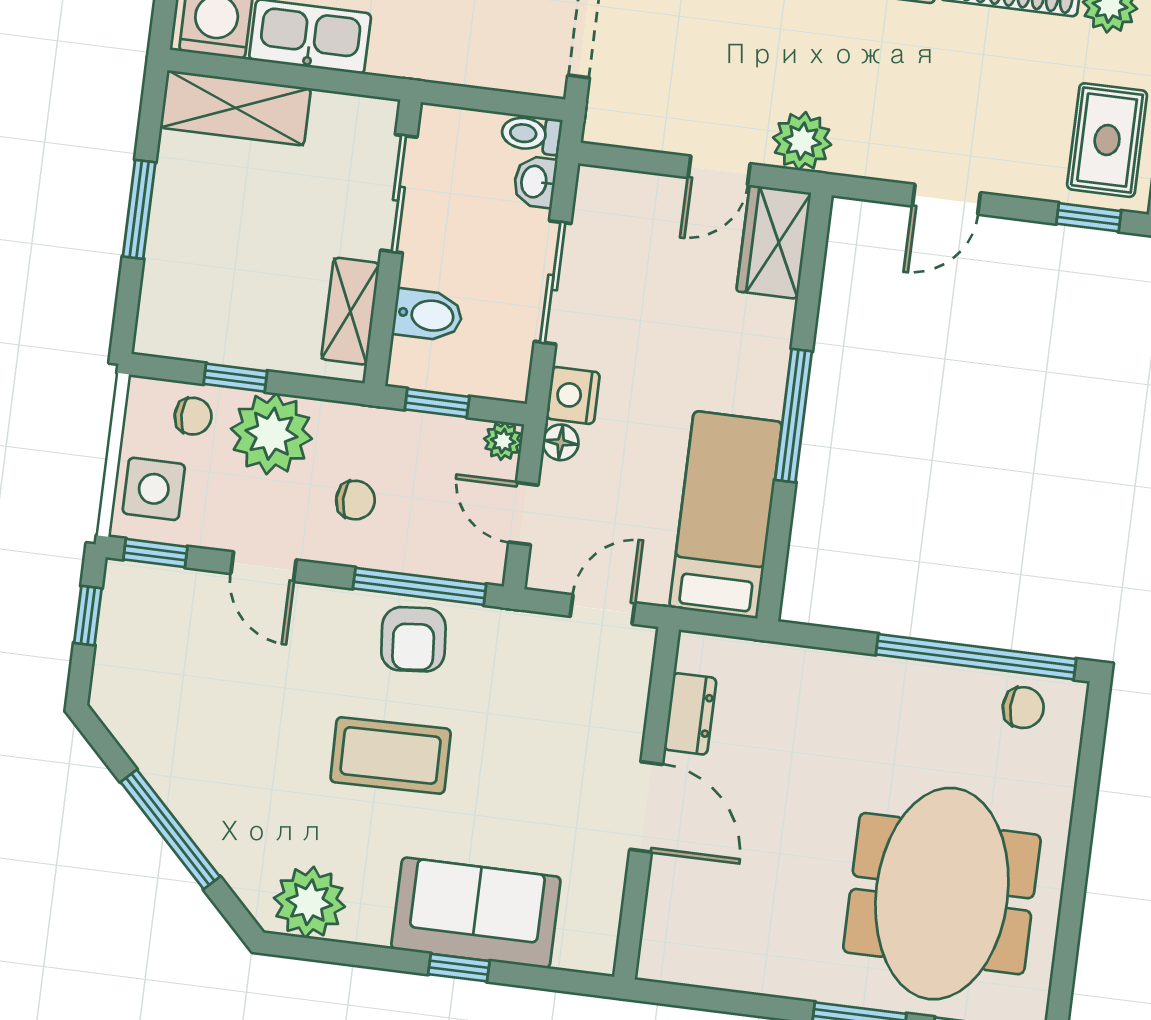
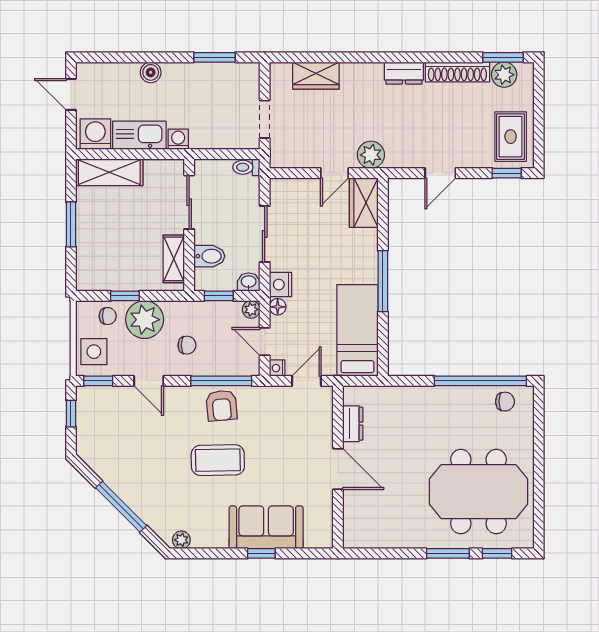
washing machine: (392, 56) -> (178, 139), added
washbasin: (535, 182) -> (249, 282), moved, turned 90
nightstand: (543, 574) -> (277, 368), added
meeting table: (942, 894) -> (479, 492), turned 90
plant: (309, 902) -> (181, 540), width x0.53, depth x0.53

